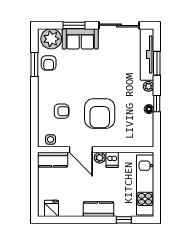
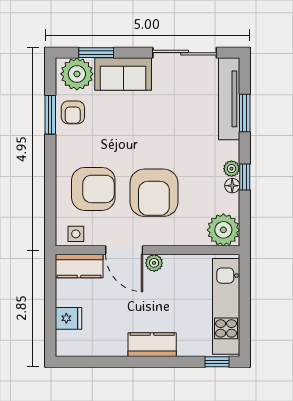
window: (74, 25) -> (96, 53), moved
plant: (148, 86) -> (232, 169), moved
armchair: (62, 111) -> (93, 189), width x1.88, depth x1.88
plant: (143, 137) -> (223, 230), added
dishwasher: (112, 160) -> (174, 266), removed
fridge: (51, 208) -> (68, 318), moved, turned 90
window: (124, 220) -> (217, 362), moved

